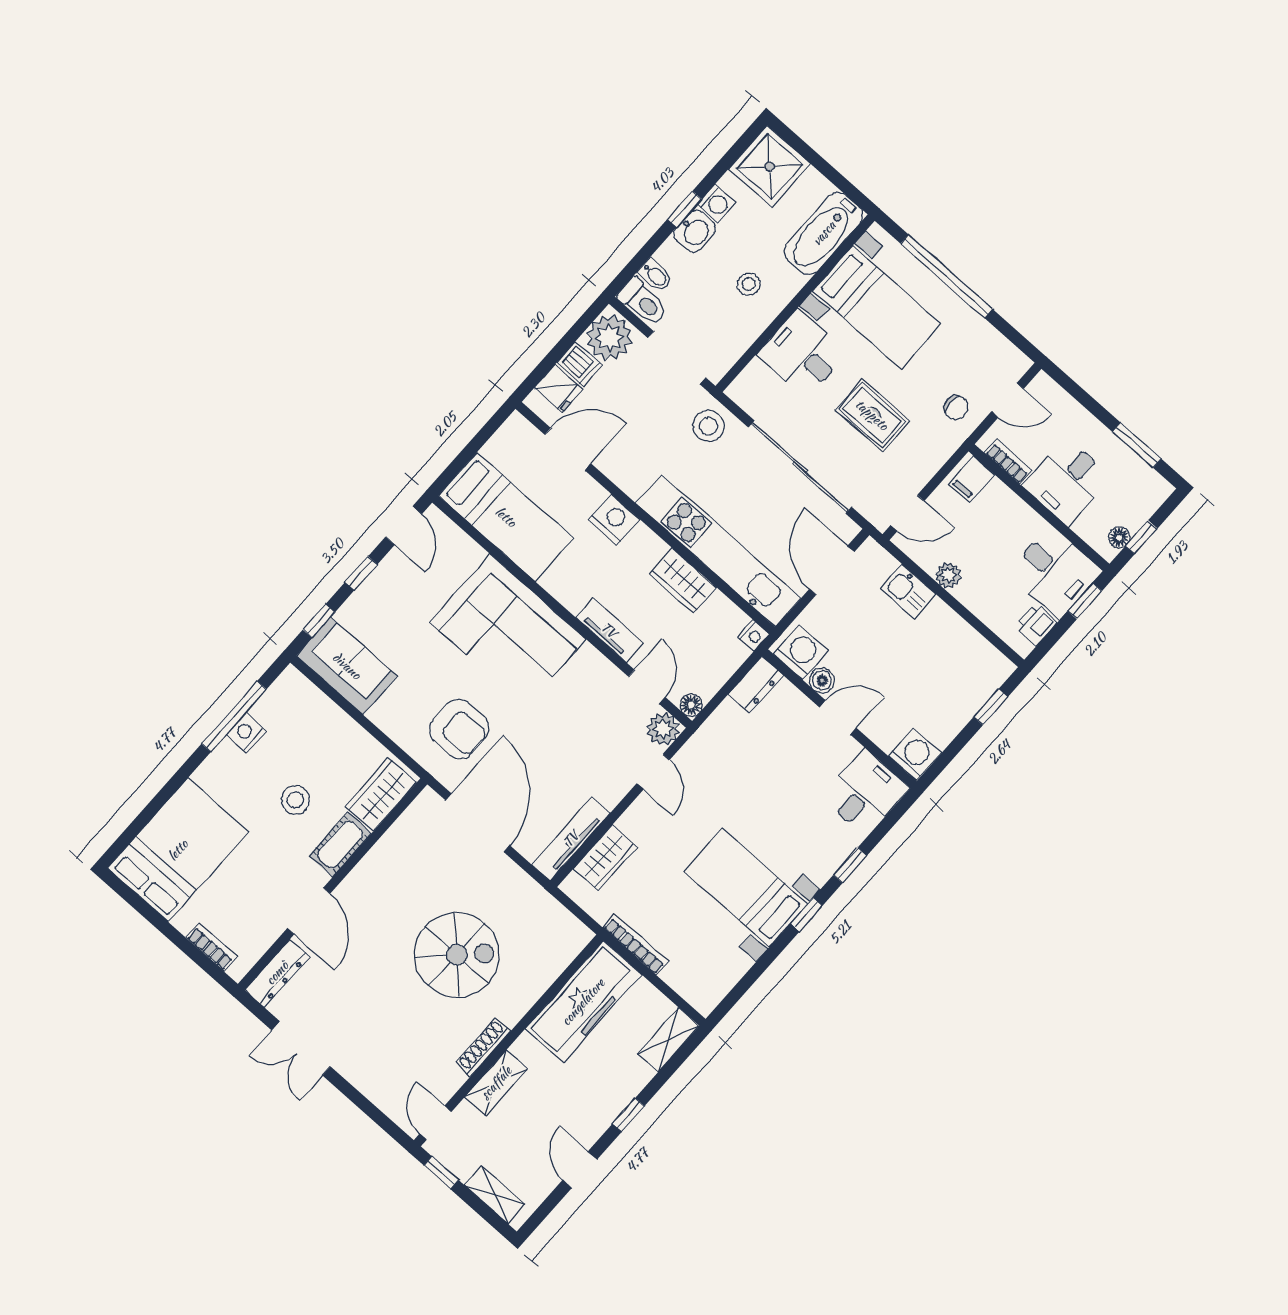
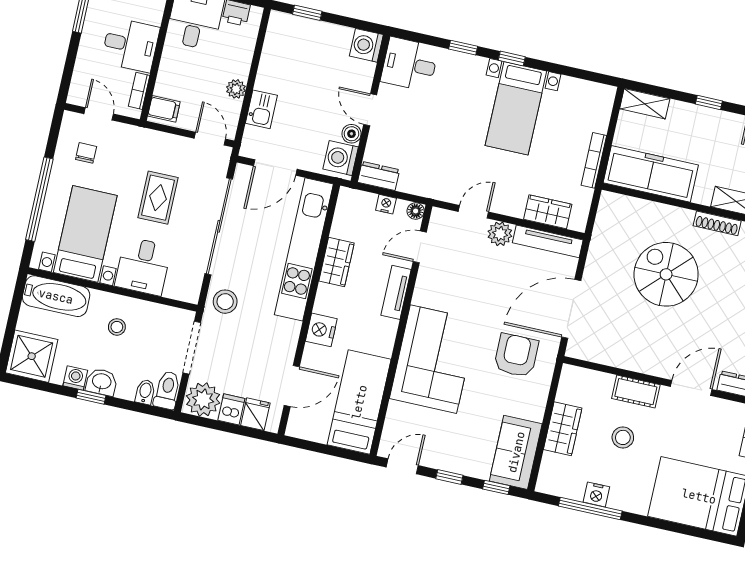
chair: (956, 407) -> (86, 153), moved
door: (568, 449) -> (292, 386), swing flipped
nightstand: (753, 635) -> (386, 204), moved
plant: (663, 729) -> (500, 234), moved
wardrobe: (381, 794) -> (563, 429), moved, turned -90

